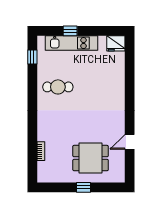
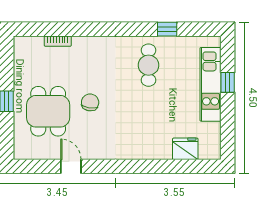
fridge: (116, 43) -> (185, 149), moved, turned 90
window: (32, 57) -> (167, 29), moved
chair: (84, 128) -> (90, 102), added

